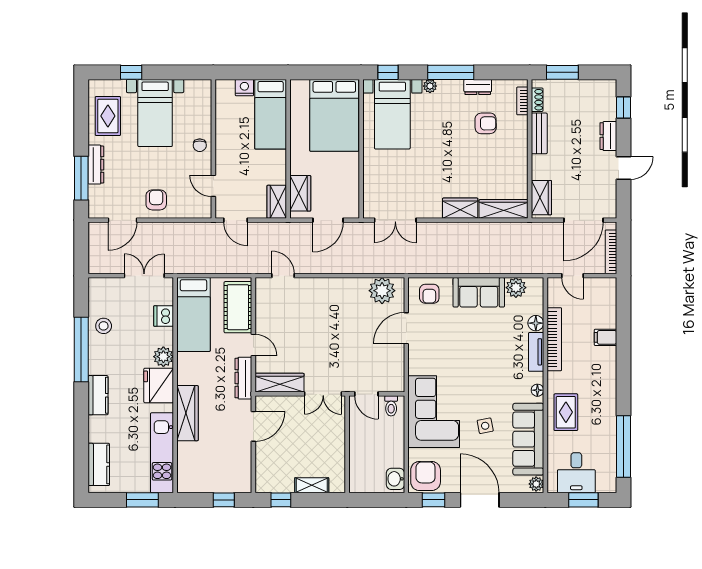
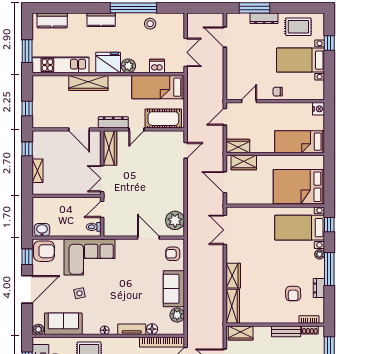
nightstand: (244, 88) -> (318, 109), moved
armchair: (156, 200) -> (239, 61), removed
bookcase: (554, 339) -> (162, 342), moved
sofa: (528, 439) -> (63, 324), width x0.73

